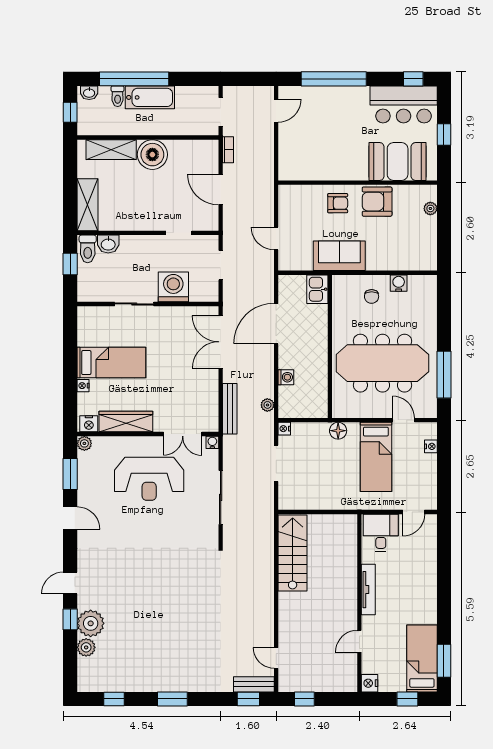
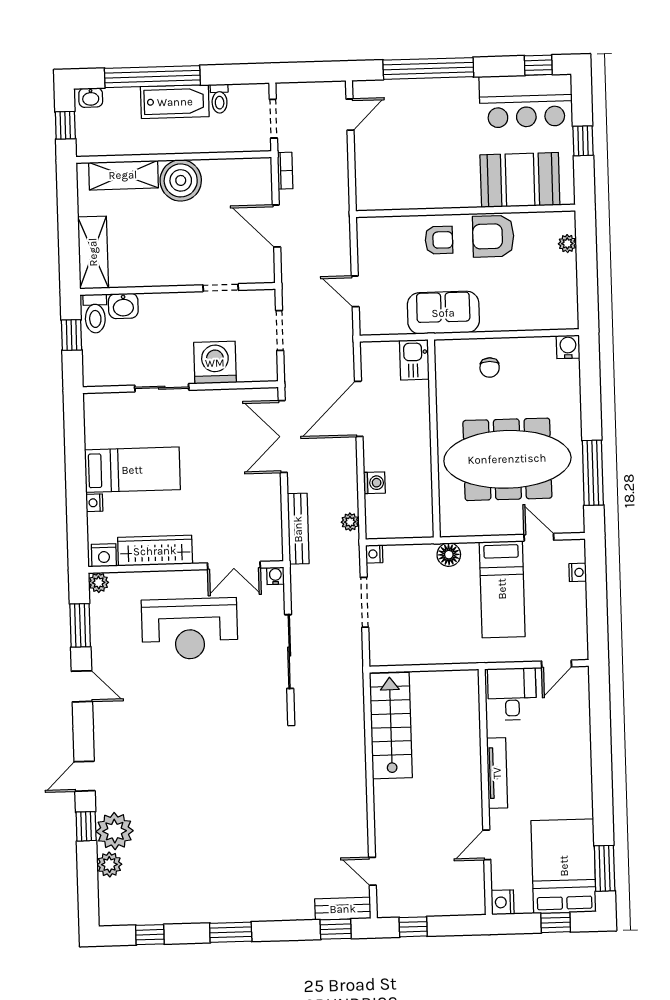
toilet: (118, 96) -> (219, 99), moved
water cooler: (399, 283) -> (568, 347), moved
bed: (422, 658) -> (564, 866), width x1.50

